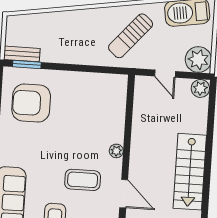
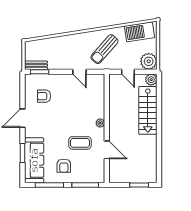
door: (89, 69) -> (79, 72), added
armchair: (31, 103) -> (44, 96), width x0.53, depth x0.53
stairs: (190, 172) -> (148, 110), moved

